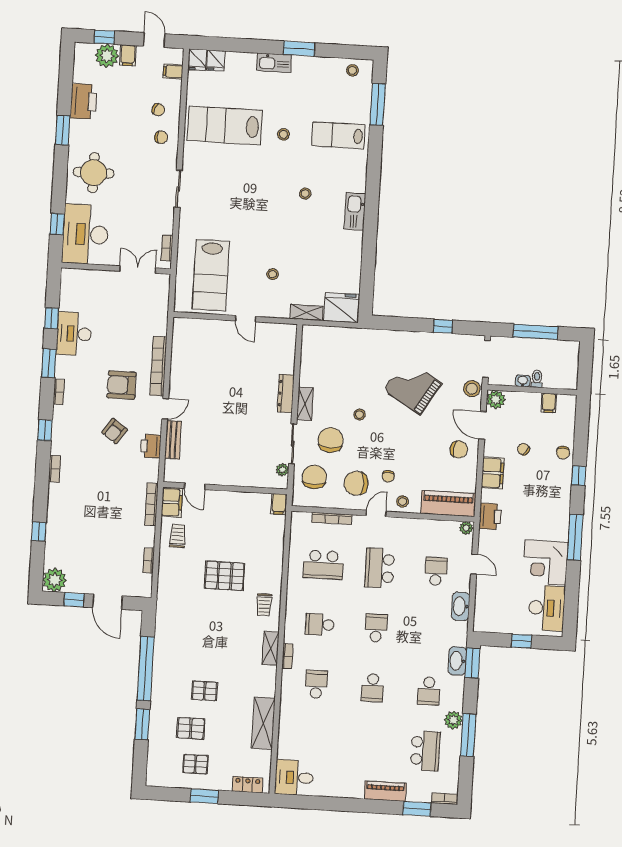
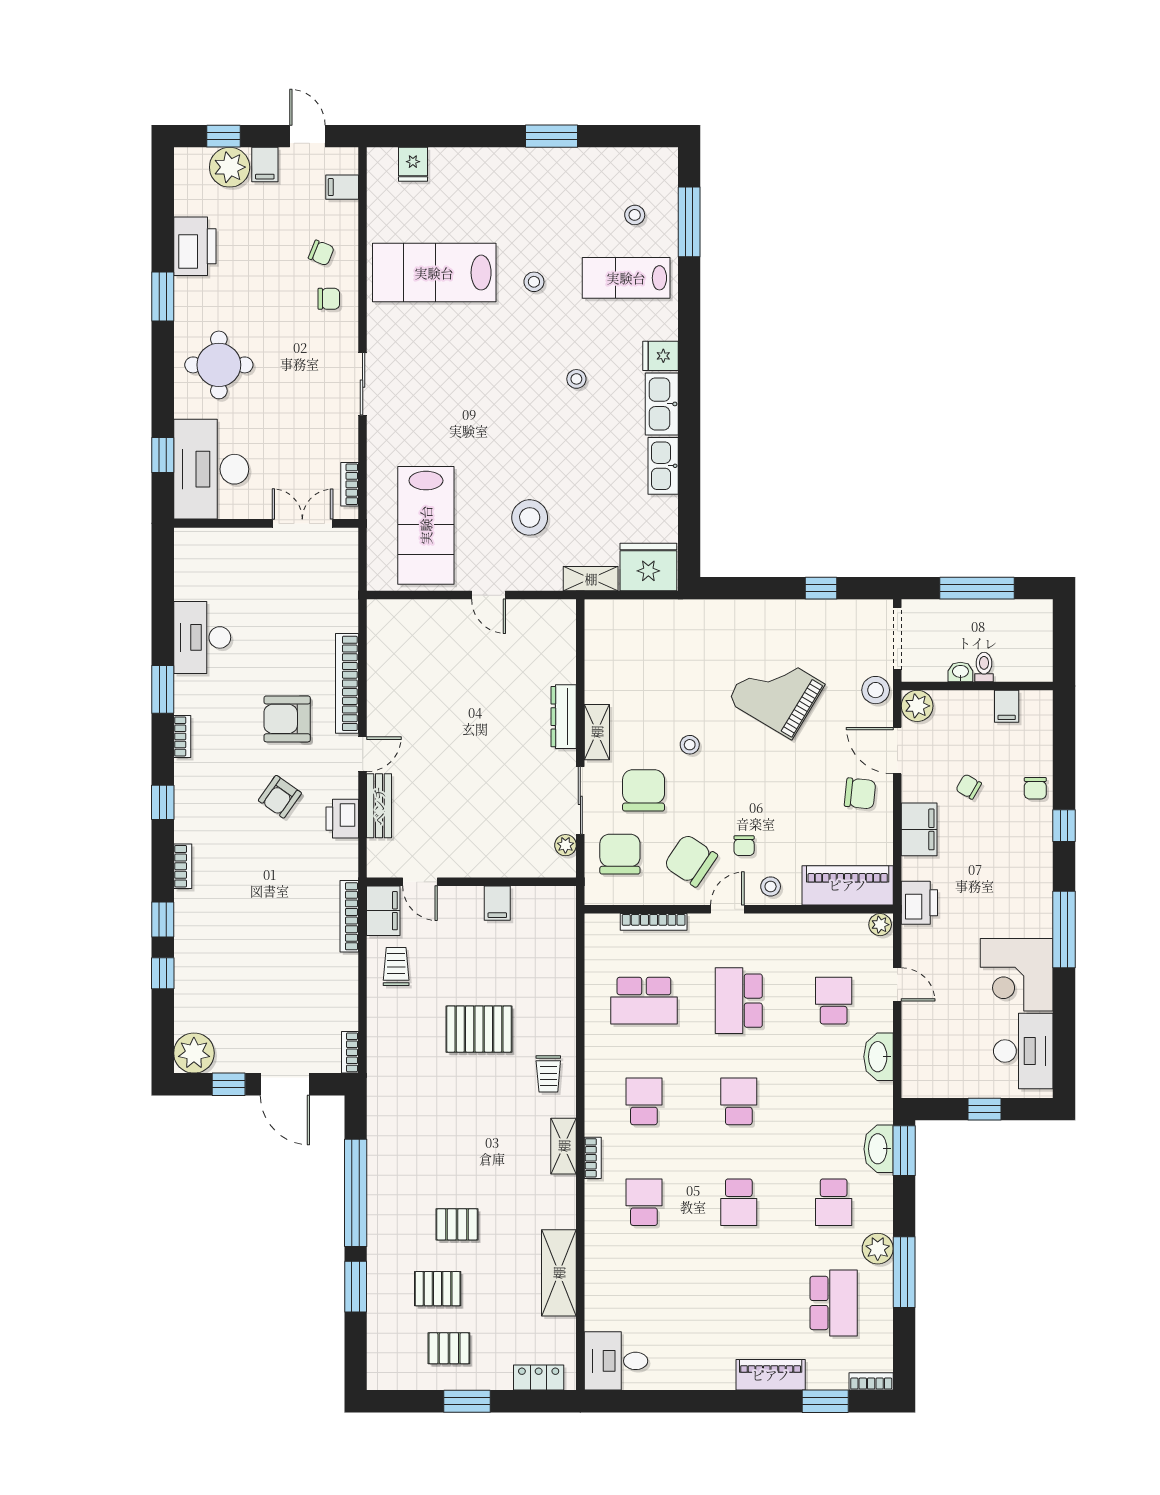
fridge: (197, 60) -> (660, 356), moved, turned 90
kitchen sink: (274, 63) -> (663, 466), moved, turned 90
stool: (352, 70) -> (635, 215), moved
stool: (273, 274) -> (530, 517), width x1.89, depth x1.89
window: (52, 318) -> (163, 920), moved
chair: (356, 483) -> (691, 860), turned 34
filing cabinet: (279, 504) -> (497, 903), moved
bookcase: (149, 560) -> (350, 1052), moved
school desk: (320, 625) -> (644, 1101), turned 90

